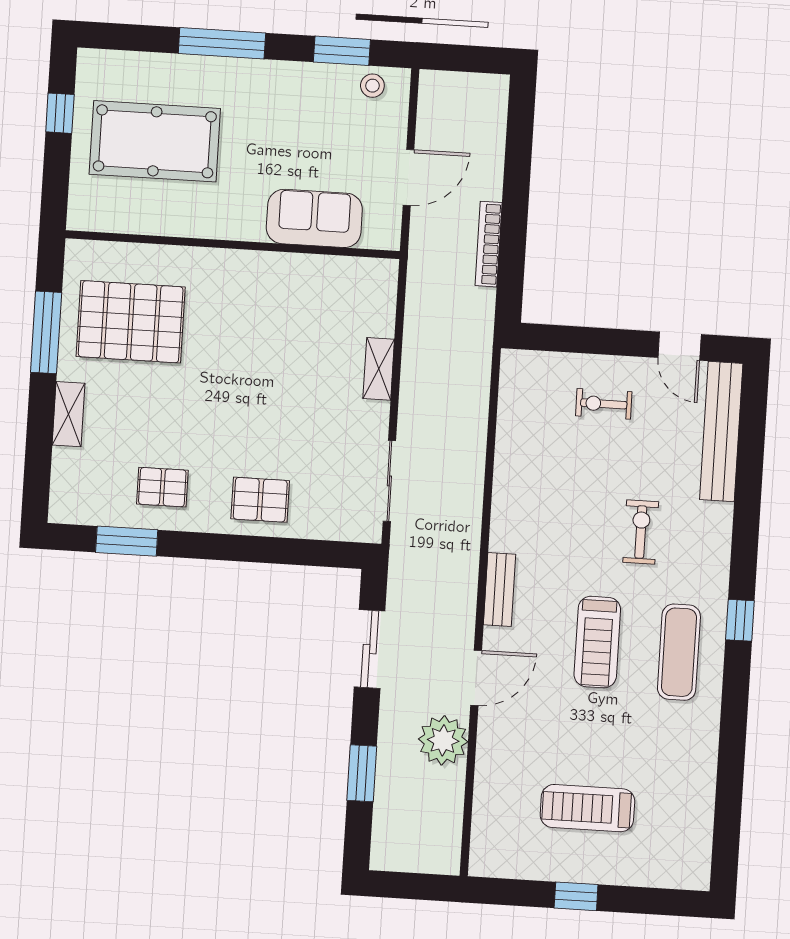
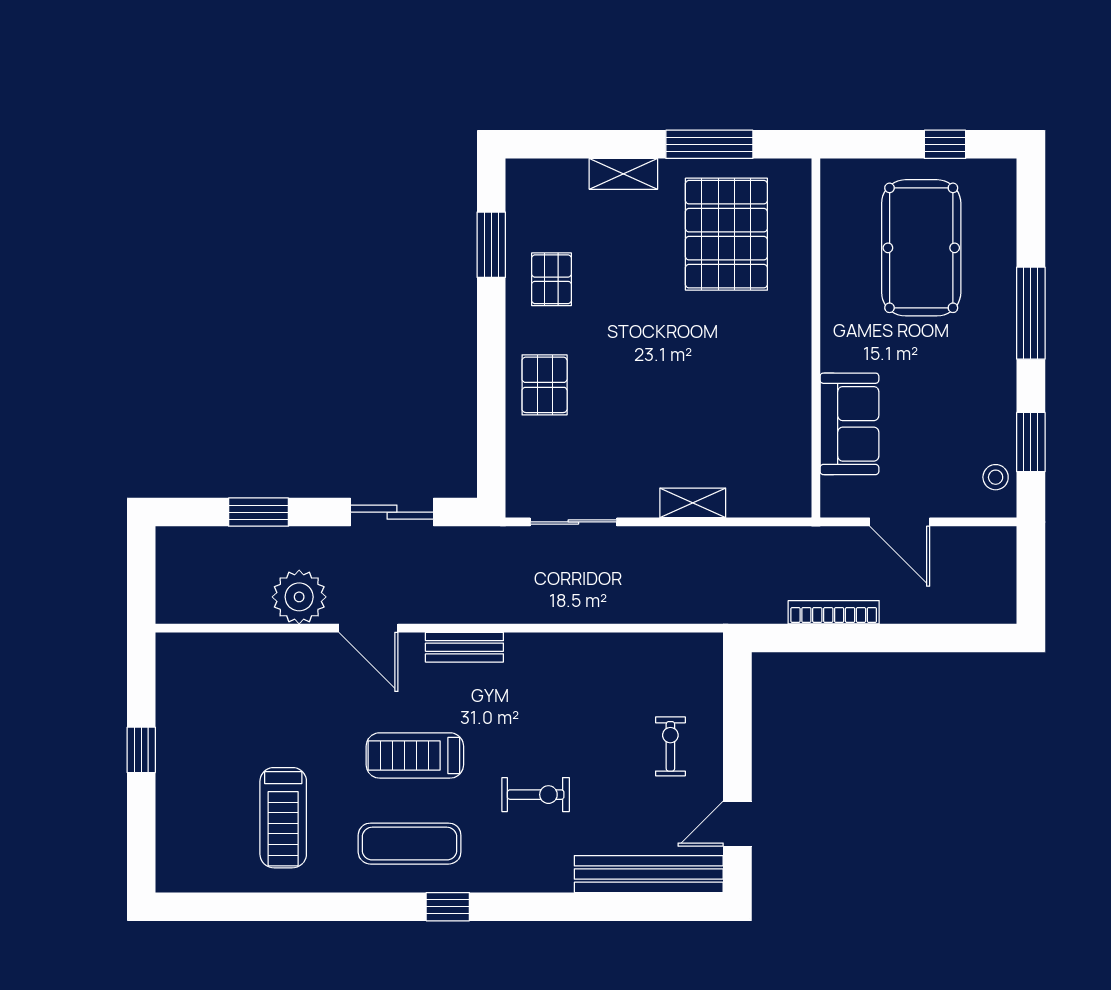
treadmill: (587, 808) -> (283, 818), moved, turned 180

